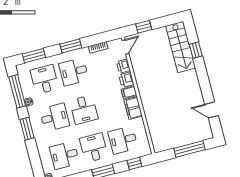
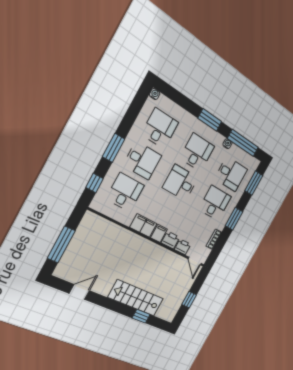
window: (144, 27) -> (189, 300), moved
stairs: (181, 47) -> (136, 298), moved
desk: (54, 117) -> (197, 152), turned 180

